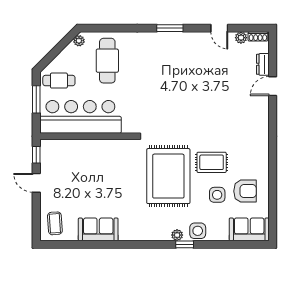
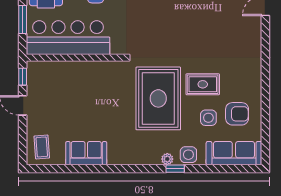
sofa: (249, 229) -> (234, 153), width x1.36

